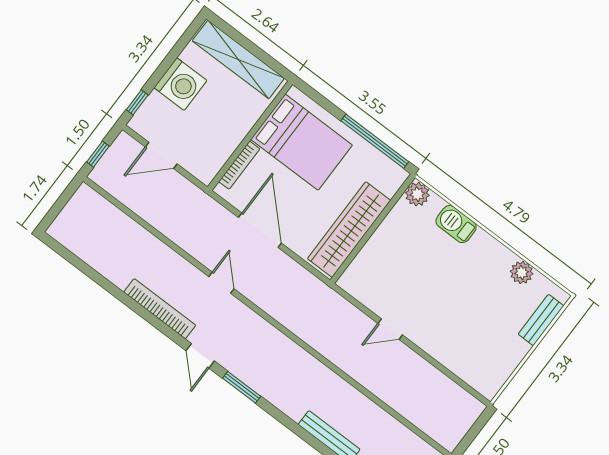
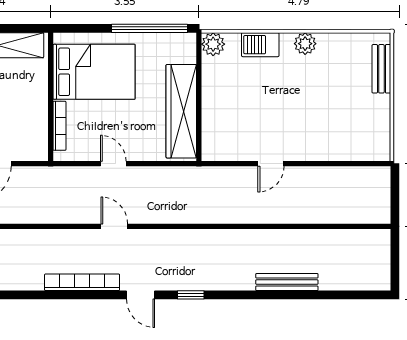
door: (260, 230) -> (113, 164), width x0.53
plant: (522, 273) -> (305, 44), moved
window: (242, 387) -> (191, 295), width x0.67

